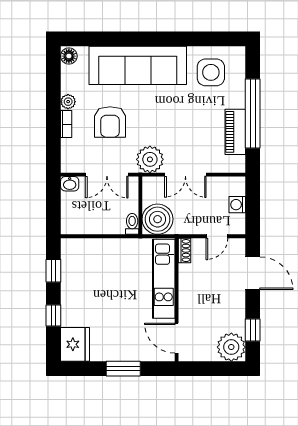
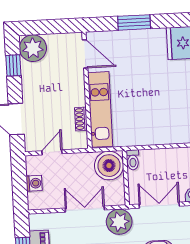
shoe rack: (185, 251) -> (81, 119), moved

